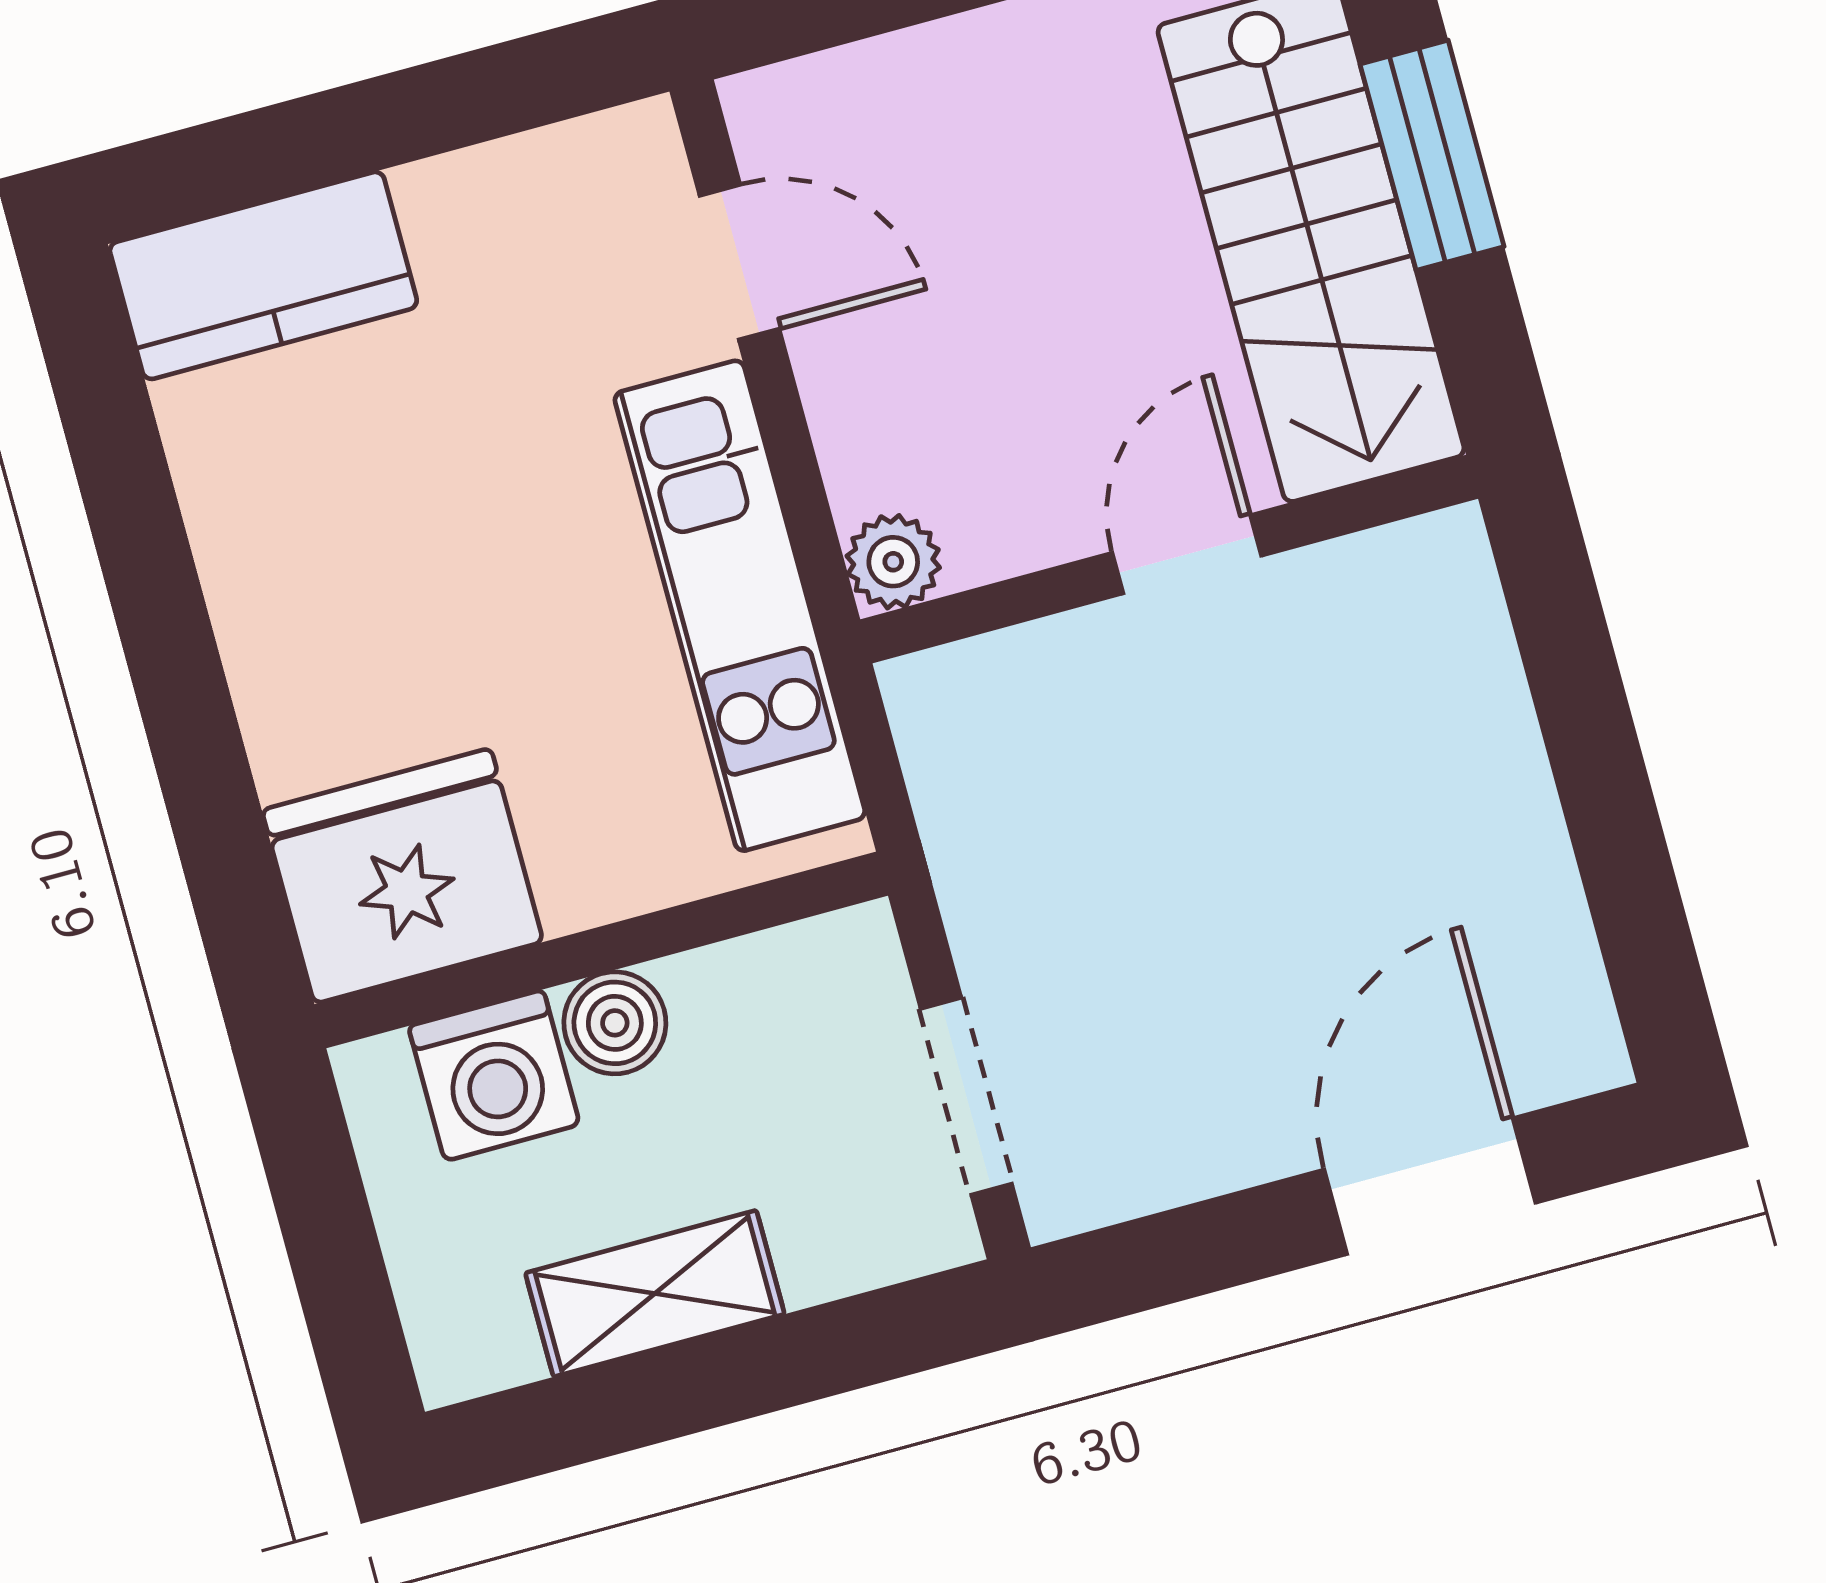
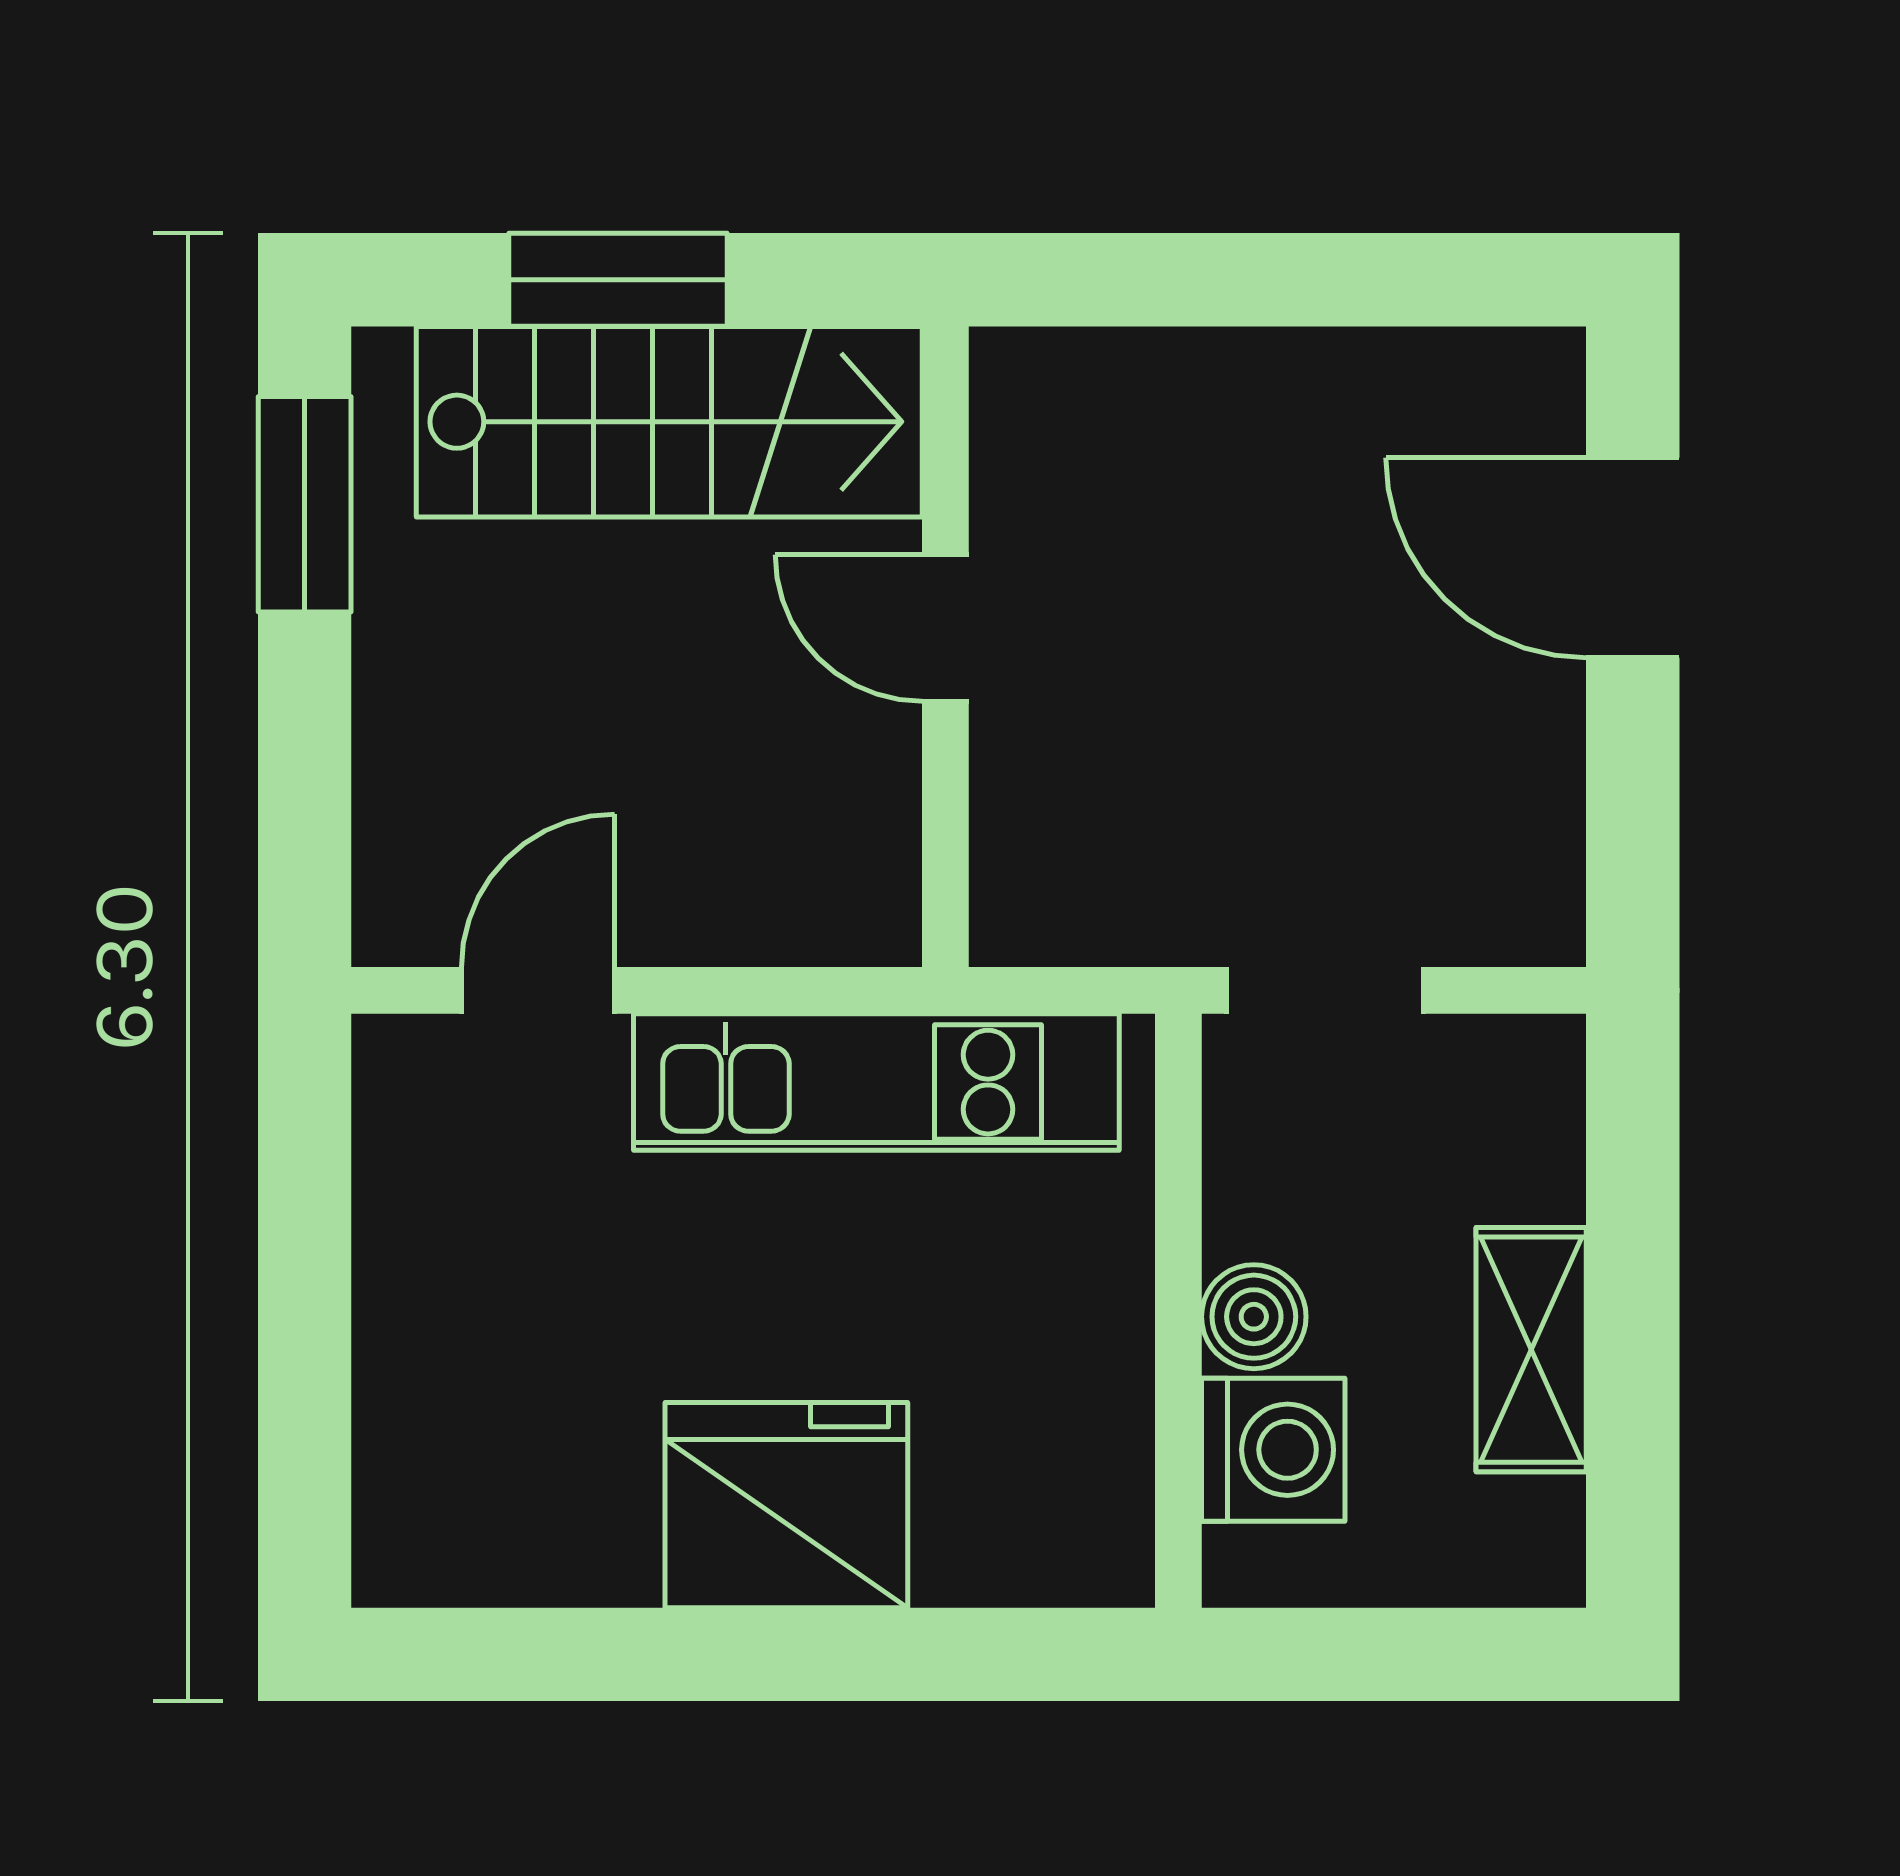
kitchen counter: (263, 275) -> (424, 1463), removed
plant: (893, 562) -> (874, 919), removed
fridge: (403, 876) -> (786, 1505), moved, turned 90
doorway: (966, 1096) -> (1325, 990), moved

